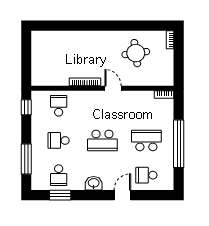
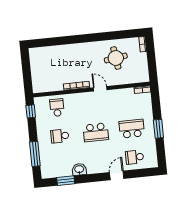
window: (179, 144) -> (158, 129), width x0.47
school desk: (59, 175) -> (63, 164), removed
washbasin: (94, 183) -> (79, 169), moved

